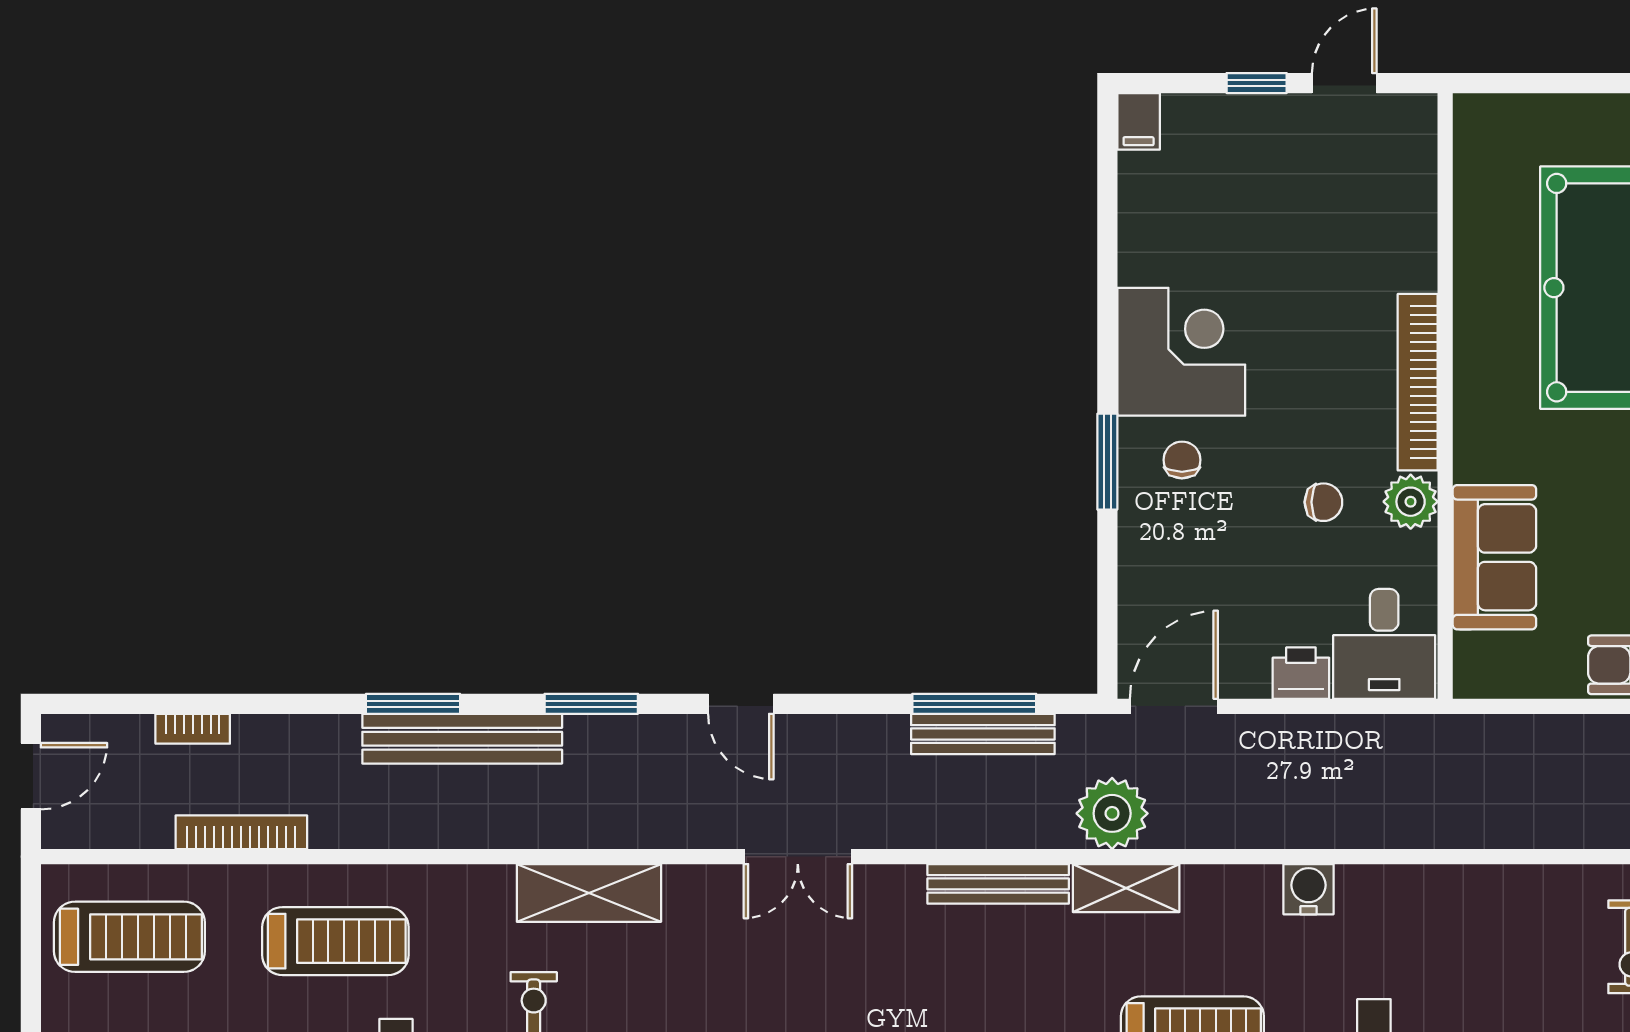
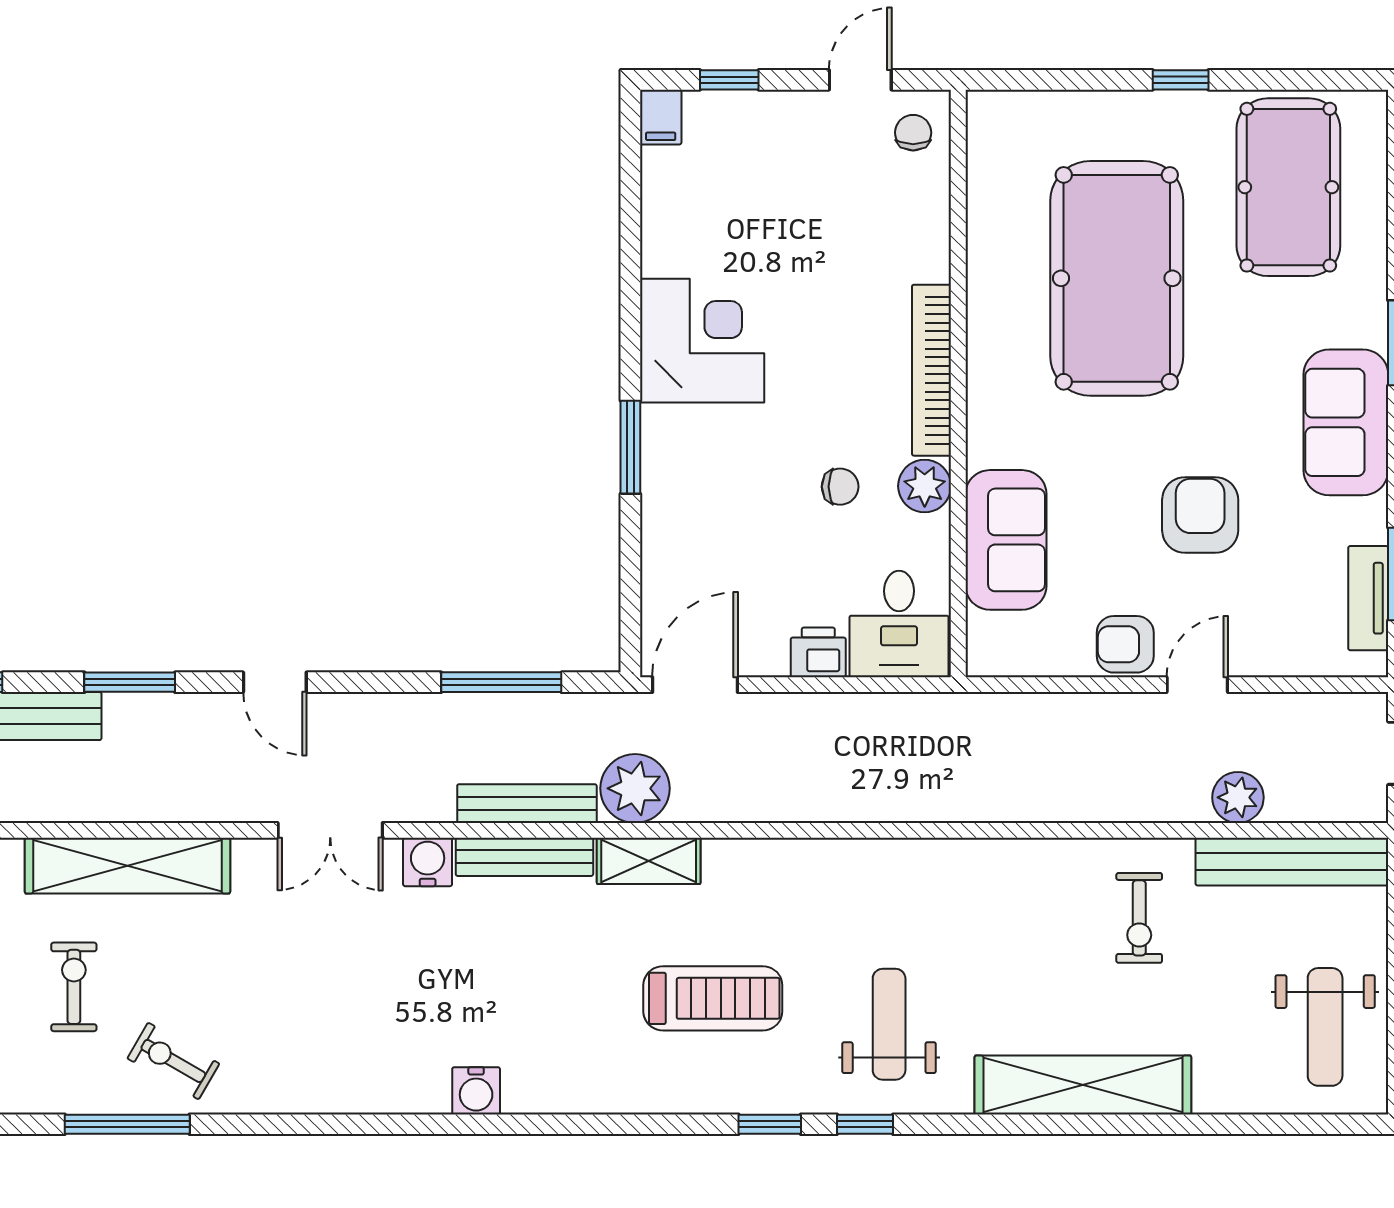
window: (1257, 83) -> (729, 80), moved
chair: (1182, 460) -> (913, 133), moved
bench: (983, 734) -> (527, 804), moved
water cooler: (1309, 889) -> (428, 862), moved
shelving: (589, 893) -> (127, 866), width x1.47

